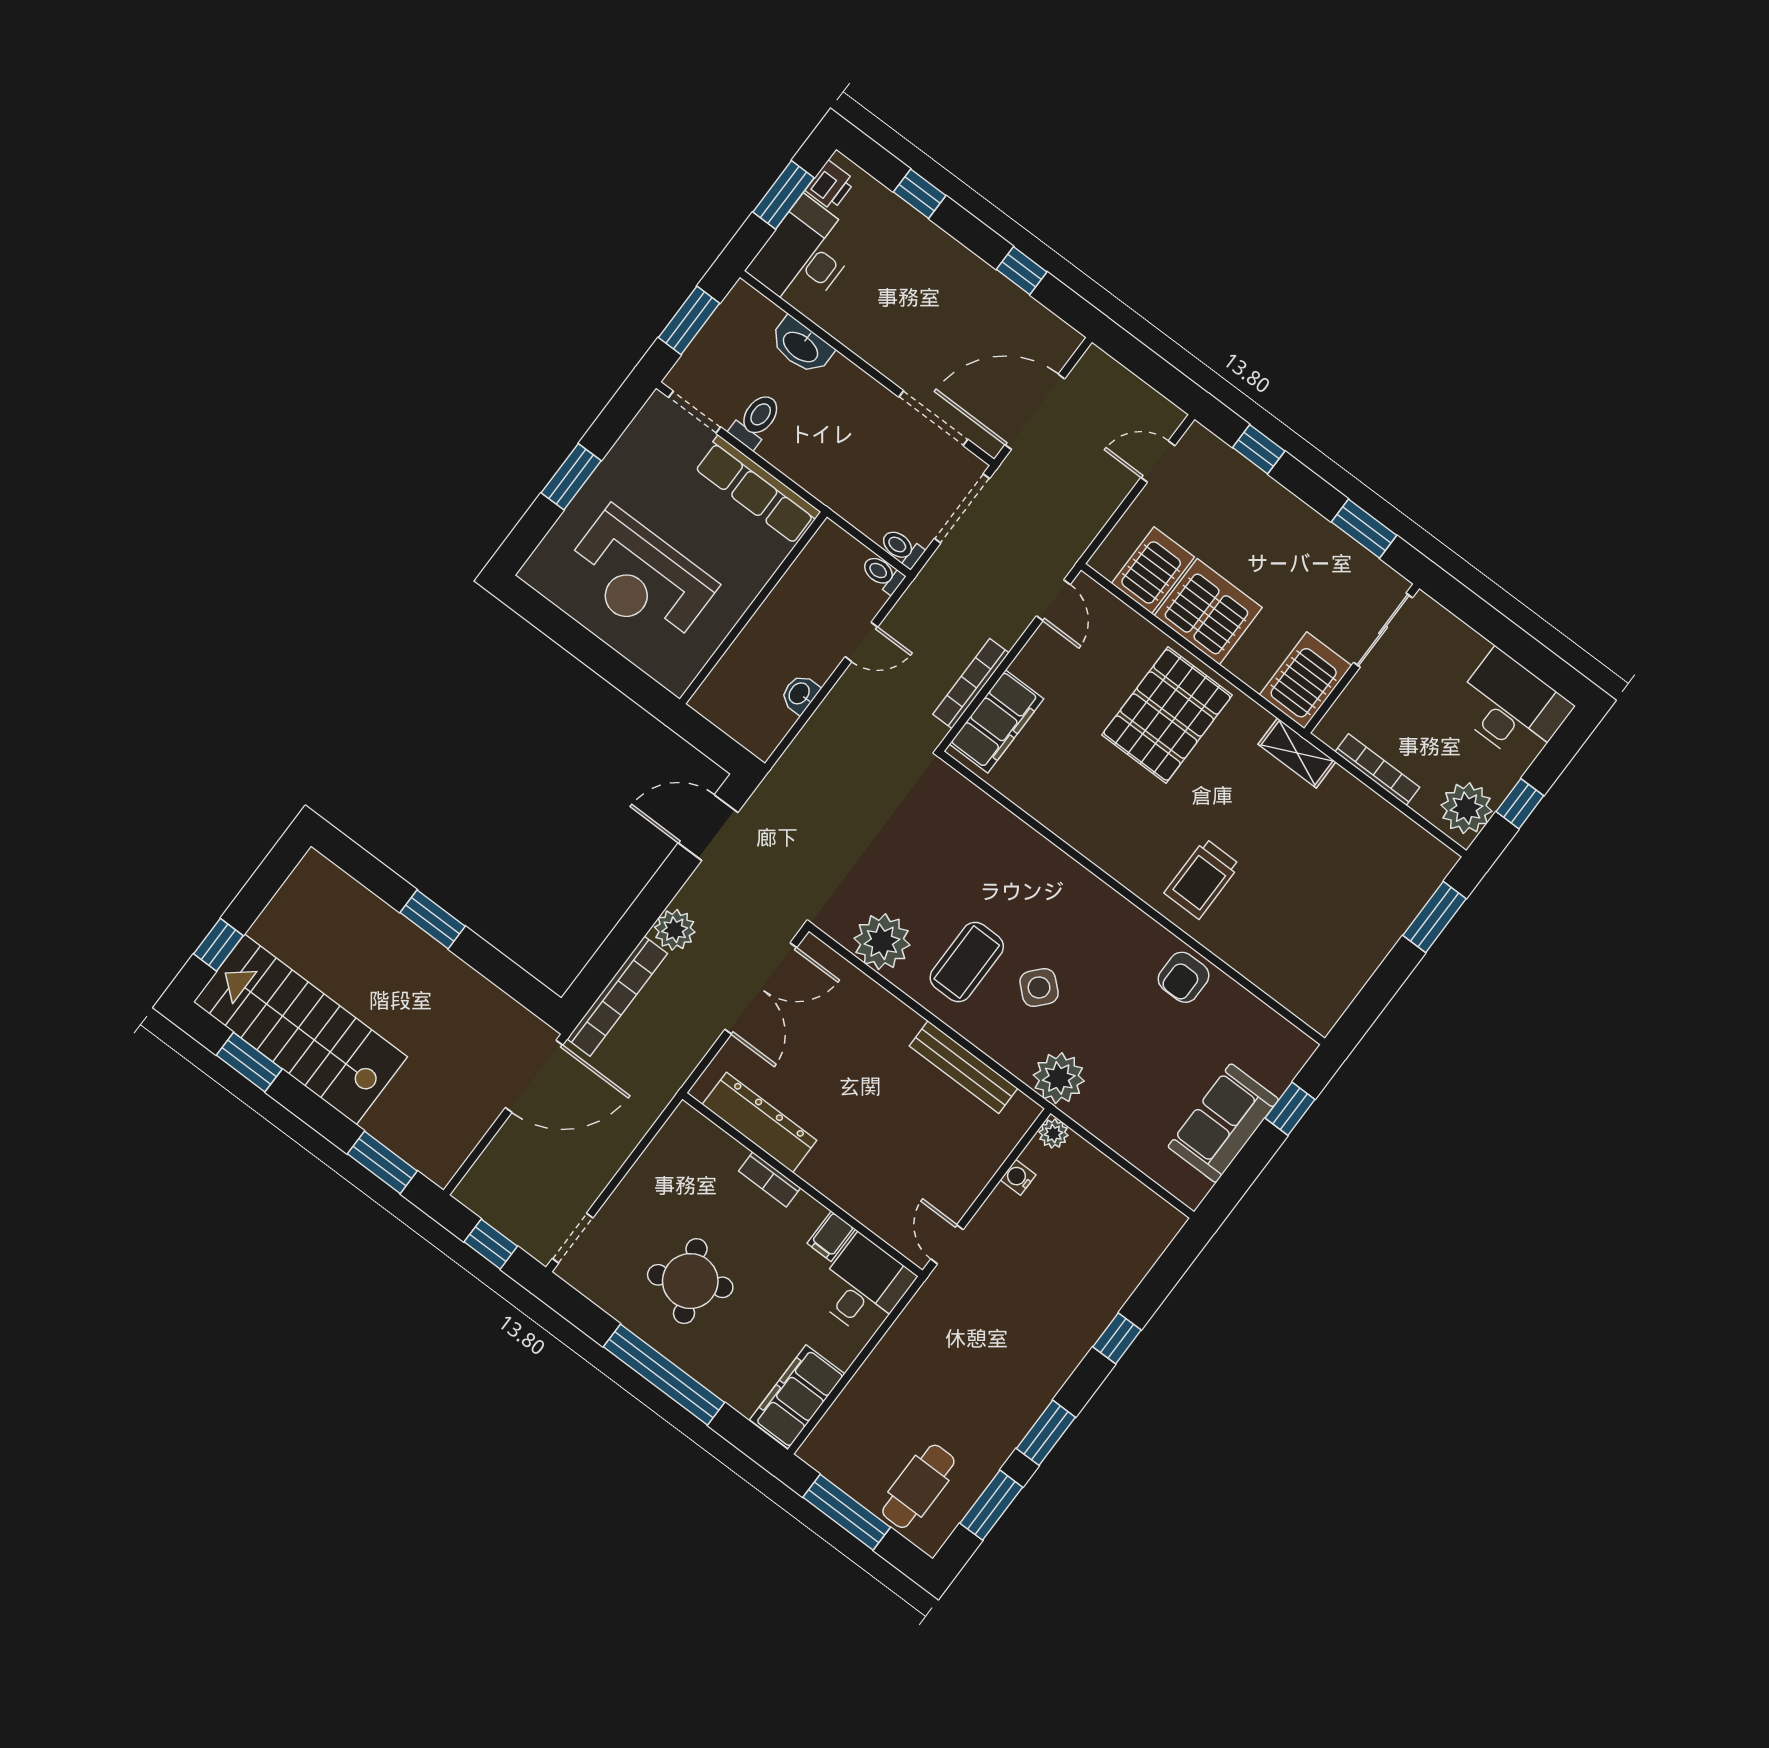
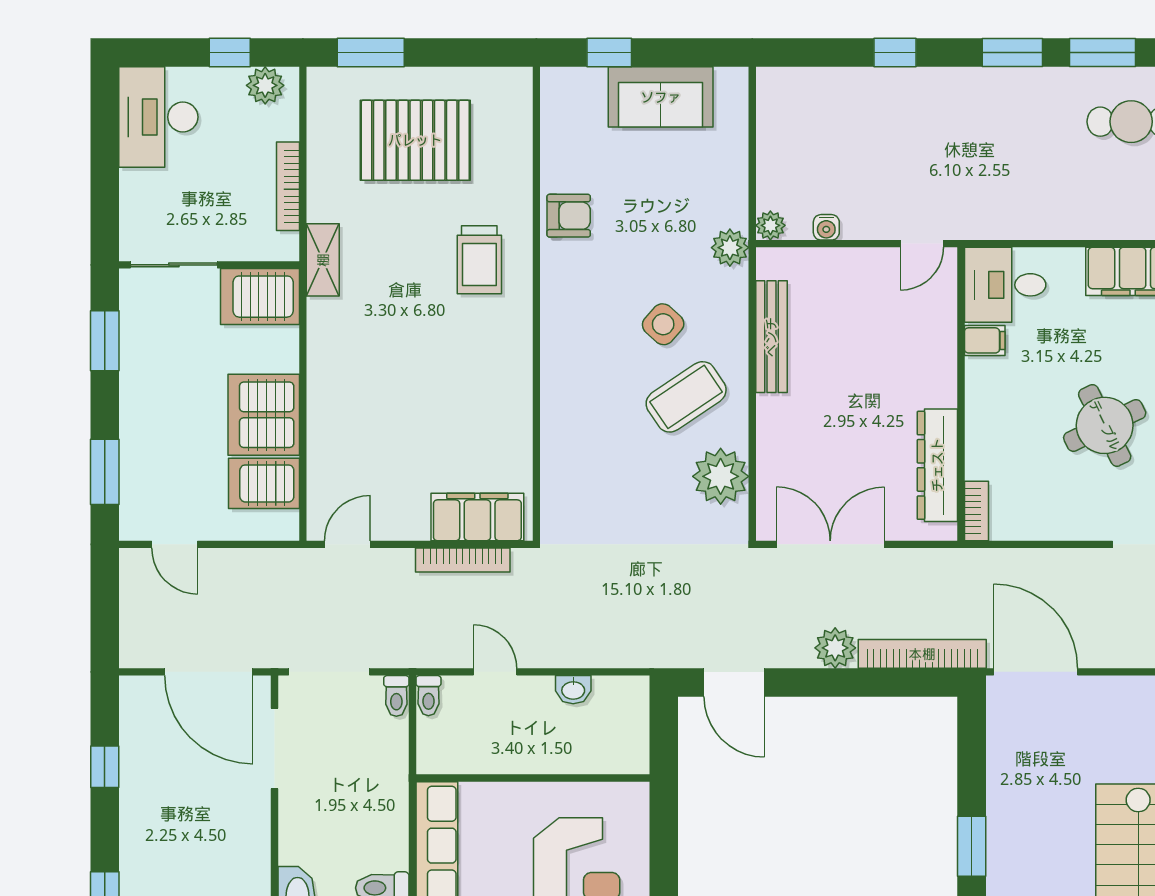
window: (1259, 449) -> (105, 472), width x1.50
pallet: (1167, 715) -> (415, 140), moved
plant: (1466, 808) -> (265, 85), width x0.73, depth x0.73
trolley: (1202, 879) -> (479, 260), turned 90
coffee table: (967, 962) -> (686, 397), turned -34
plant: (1059, 1078) -> (730, 248), width x0.73, depth x0.73
bookcase: (770, 1179) -> (977, 511), moved

